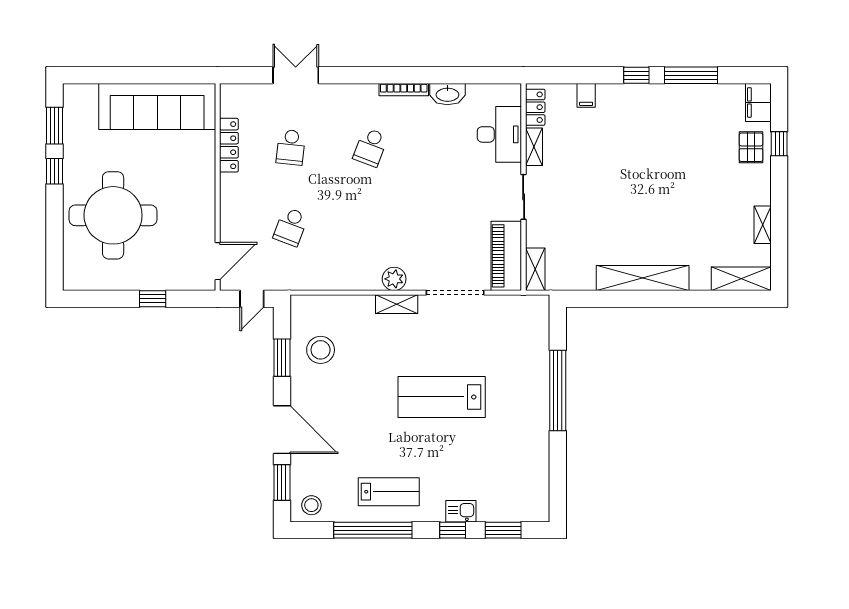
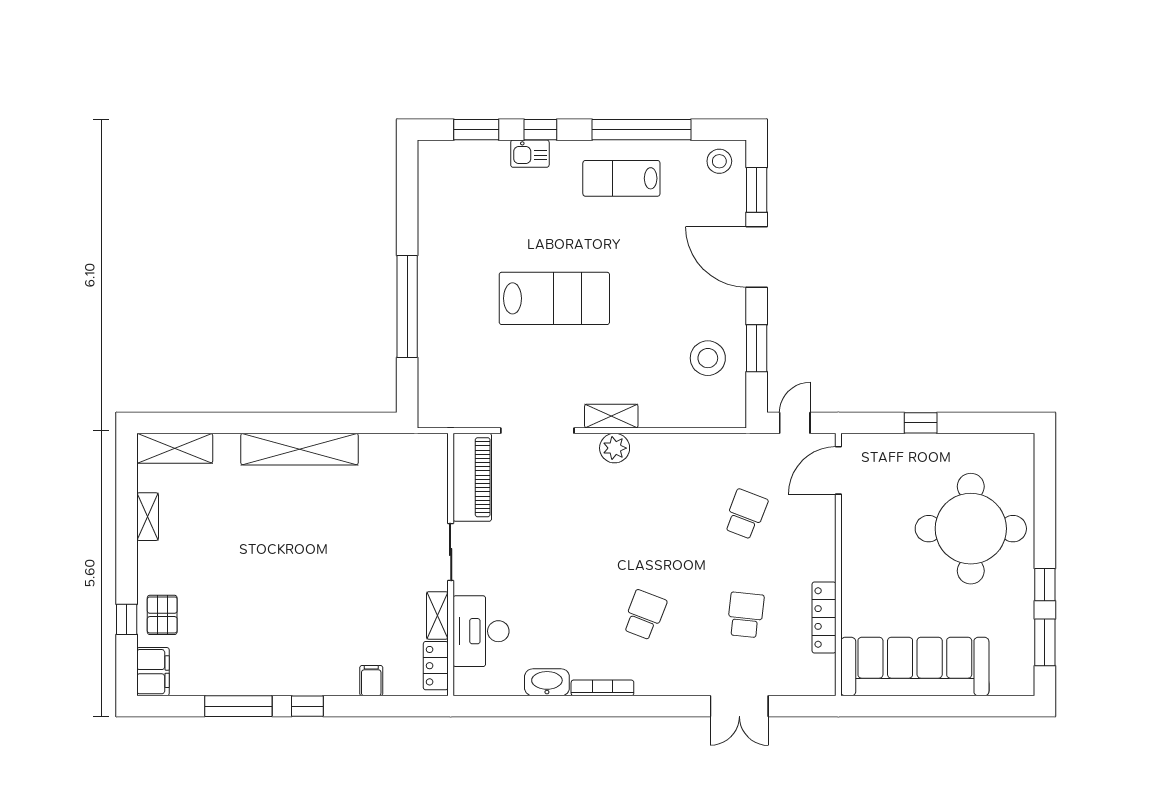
shelving: (535, 269) -> (436, 460), removed

